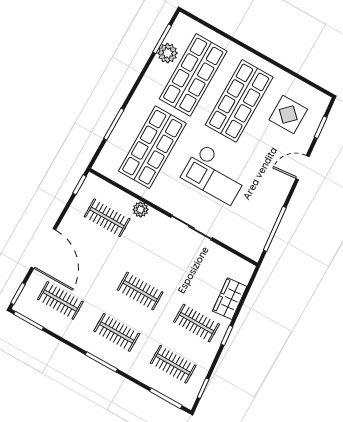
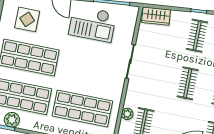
checkout: (215, 174) -> (92, 24), moved, turned 90
plant: (141, 210) -> (127, 114), moved
wardrobe: (230, 299) -> (156, 16), moved

